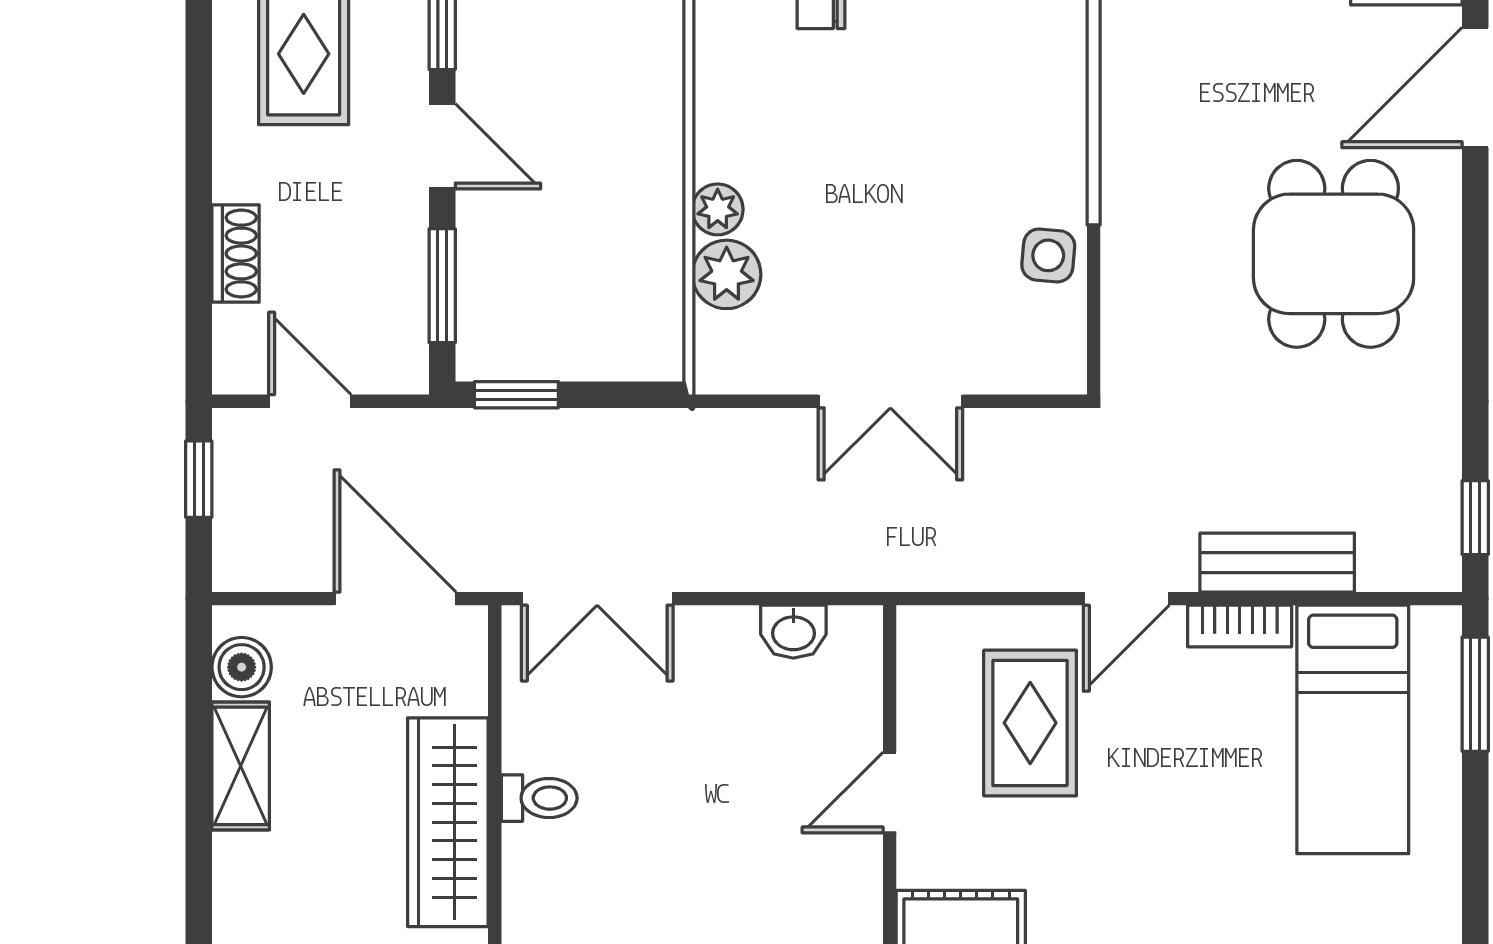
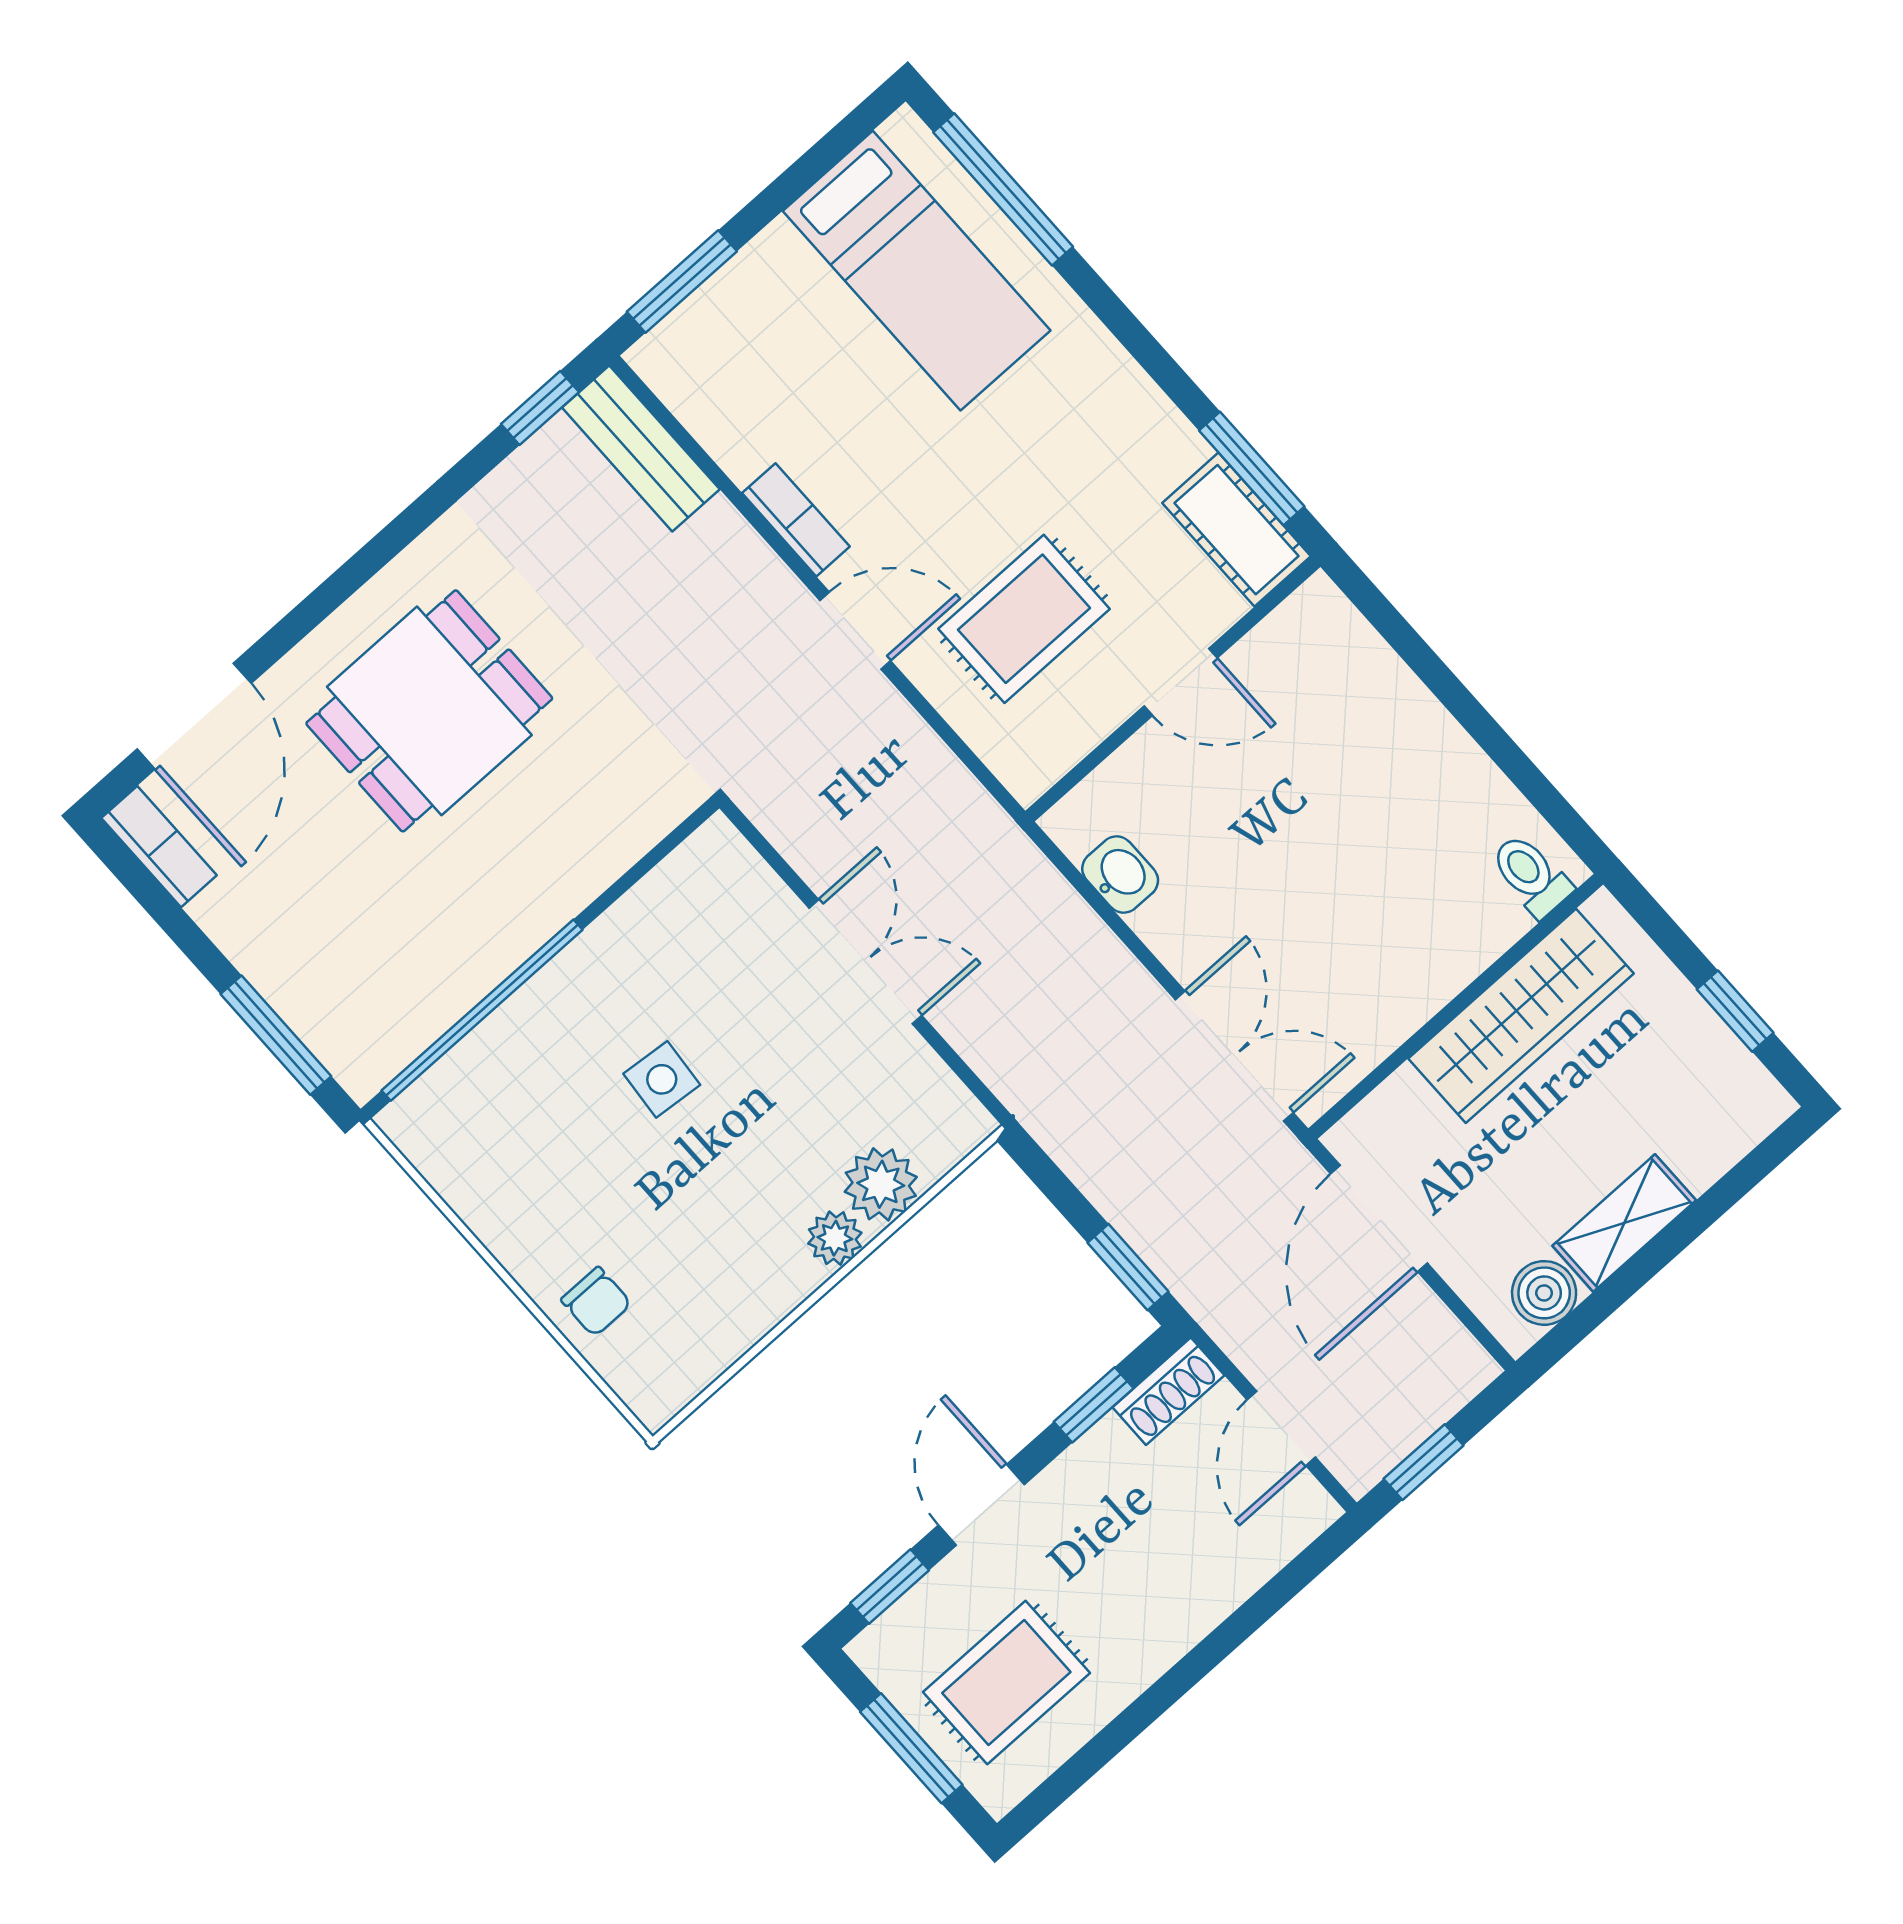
door: (1475, 88) -> (194, 716), hinge flipped
shoe rack: (236, 253) -> (1168, 1391), moved, turned 180
side table: (1048, 255) -> (662, 1079), moved
window: (442, 286) -> (1094, 1405), width x0.67
bench: (1277, 563) -> (641, 448), moved
bed: (1353, 729) -> (917, 271), moved, turned 90
toilet: (539, 798) -> (1531, 875), moved

